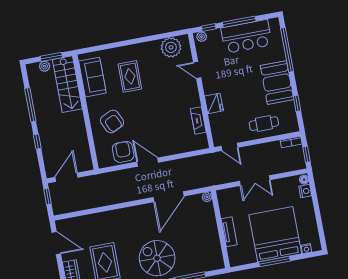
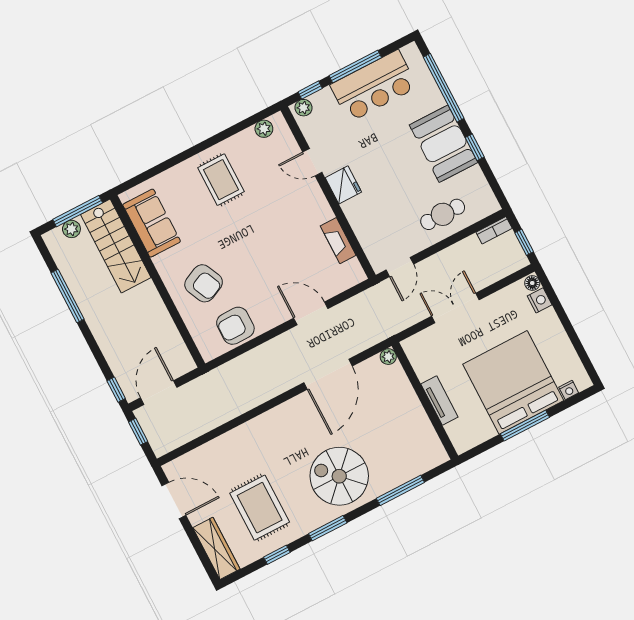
plant: (171, 47) -> (264, 129), width x0.53, depth x0.53
window: (51, 57) -> (78, 211), width x1.44
rug: (130, 76) -> (221, 180), moved
fridge: (214, 103) -> (343, 185), moved
window: (297, 103) -> (475, 147), moved
window: (37, 142) -> (116, 390), moved
door: (230, 147) -> (400, 267), hinge flipped
armchair: (123, 152) -> (235, 326), turned -90
door: (148, 162) -> (311, 313), moved
double door: (255, 181) -> (455, 308), swing flipped

